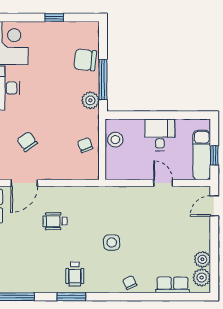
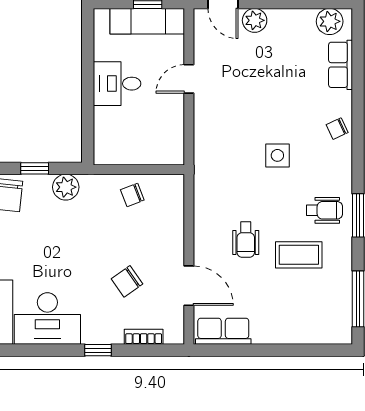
window: (103, 79) -> (35, 168), width x0.46
stool: (115, 140) -> (124, 150), removed
coffee table: (45, 257) -> (299, 255), added
plant: (202, 259) -> (255, 20), moved

